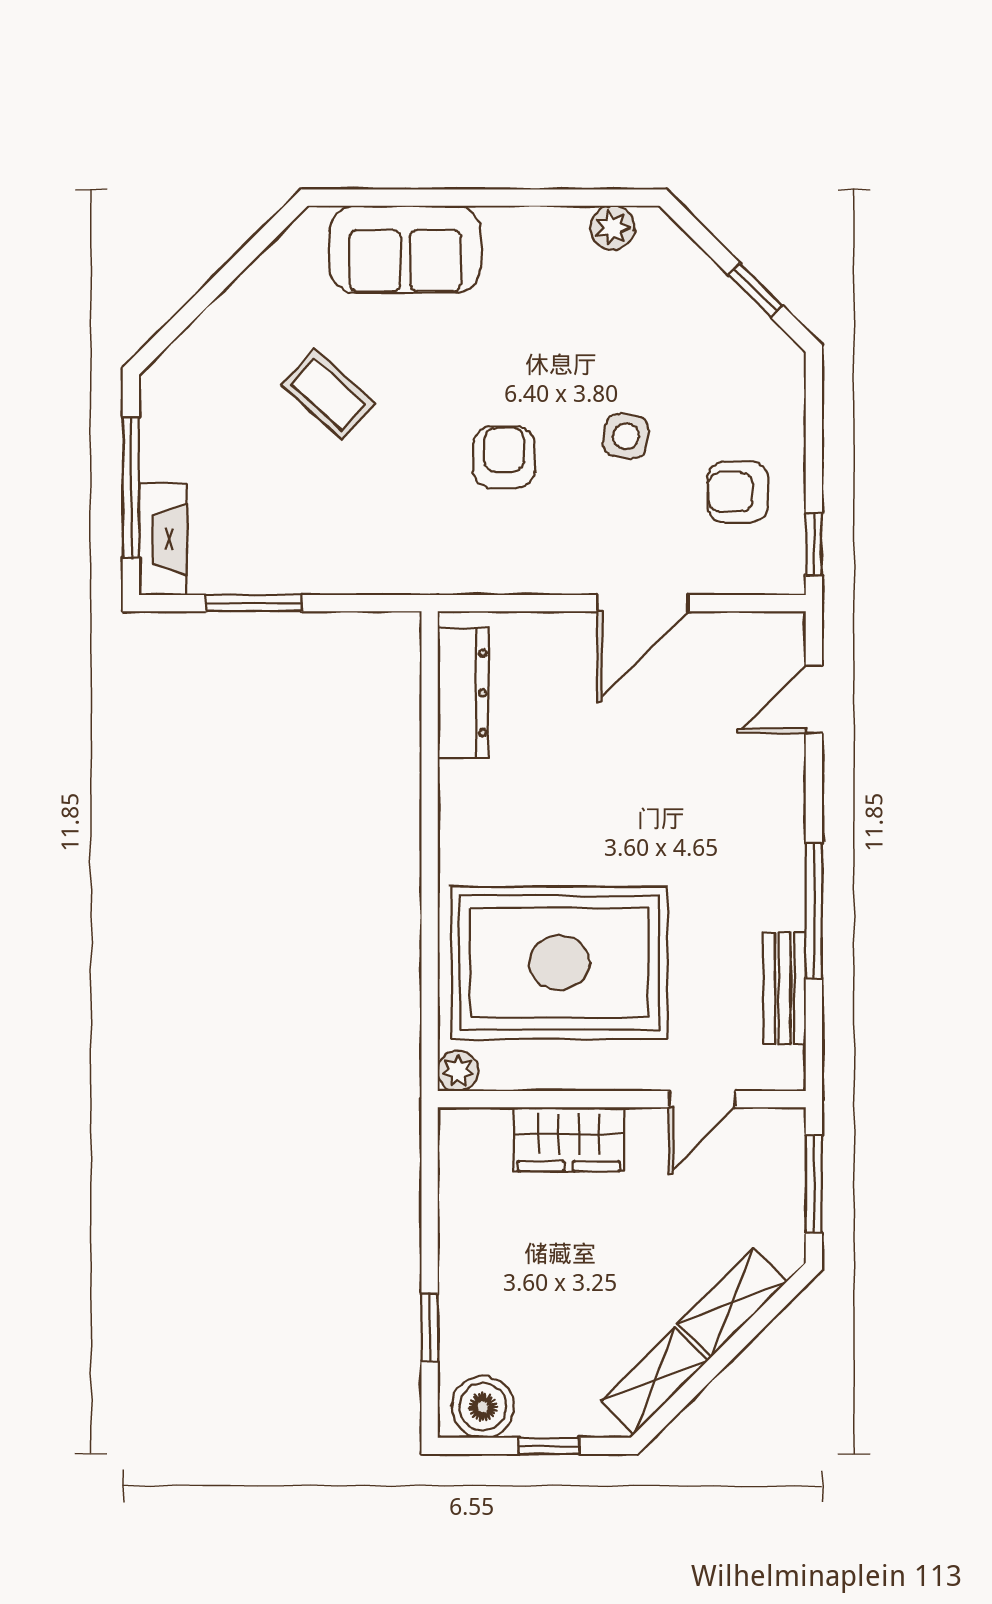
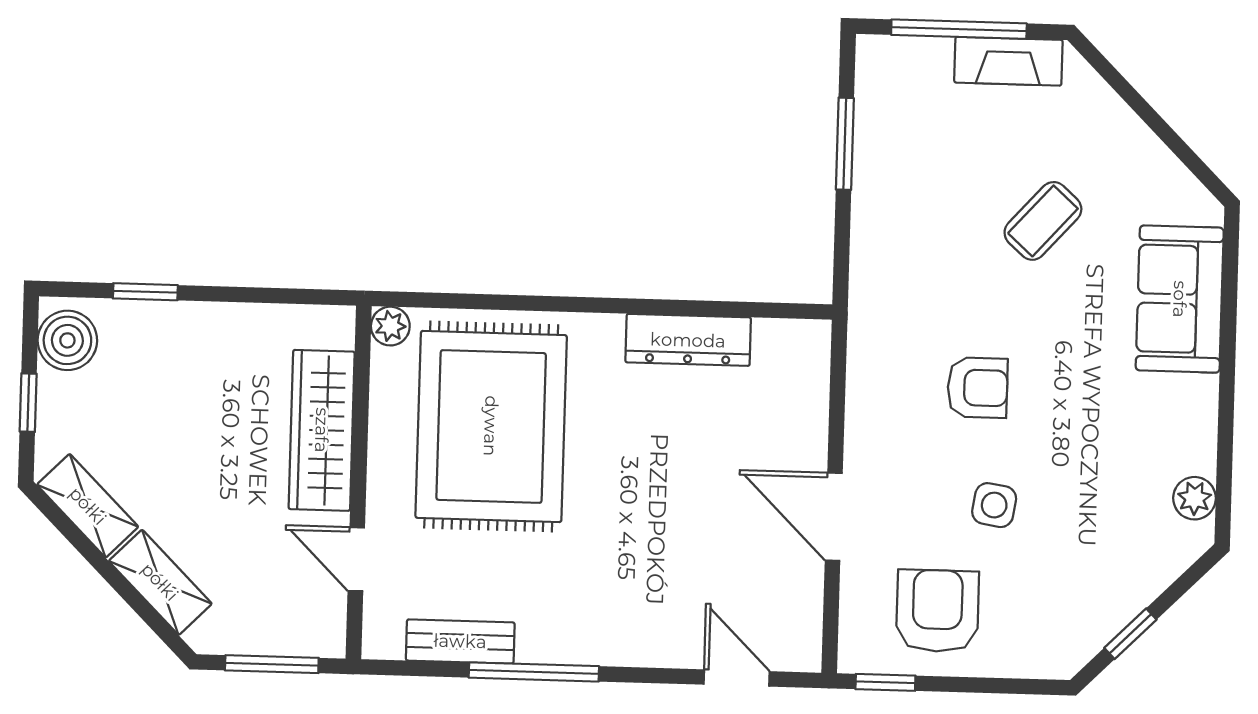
armchair: (738, 492) -> (937, 611), width x1.38, depth x1.38
fireplace: (163, 539) -> (1008, 61), moved
dresser: (463, 693) -> (688, 340), moved
wardrobe: (569, 1139) -> (322, 430), width x1.50

